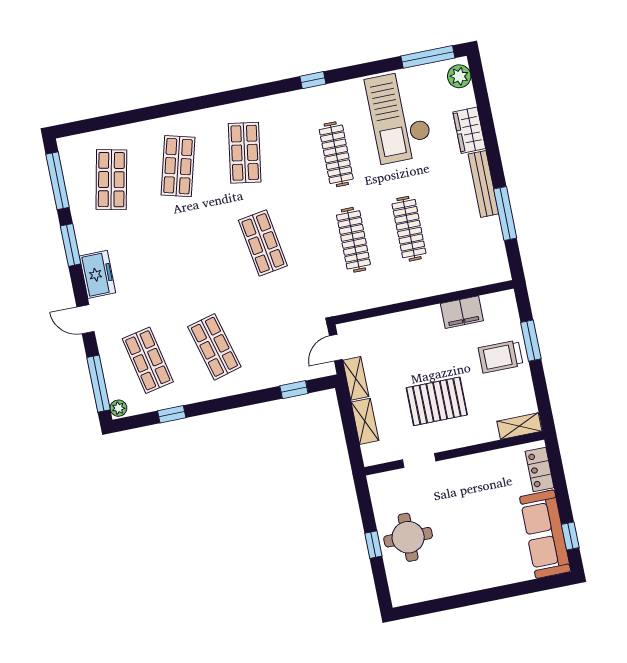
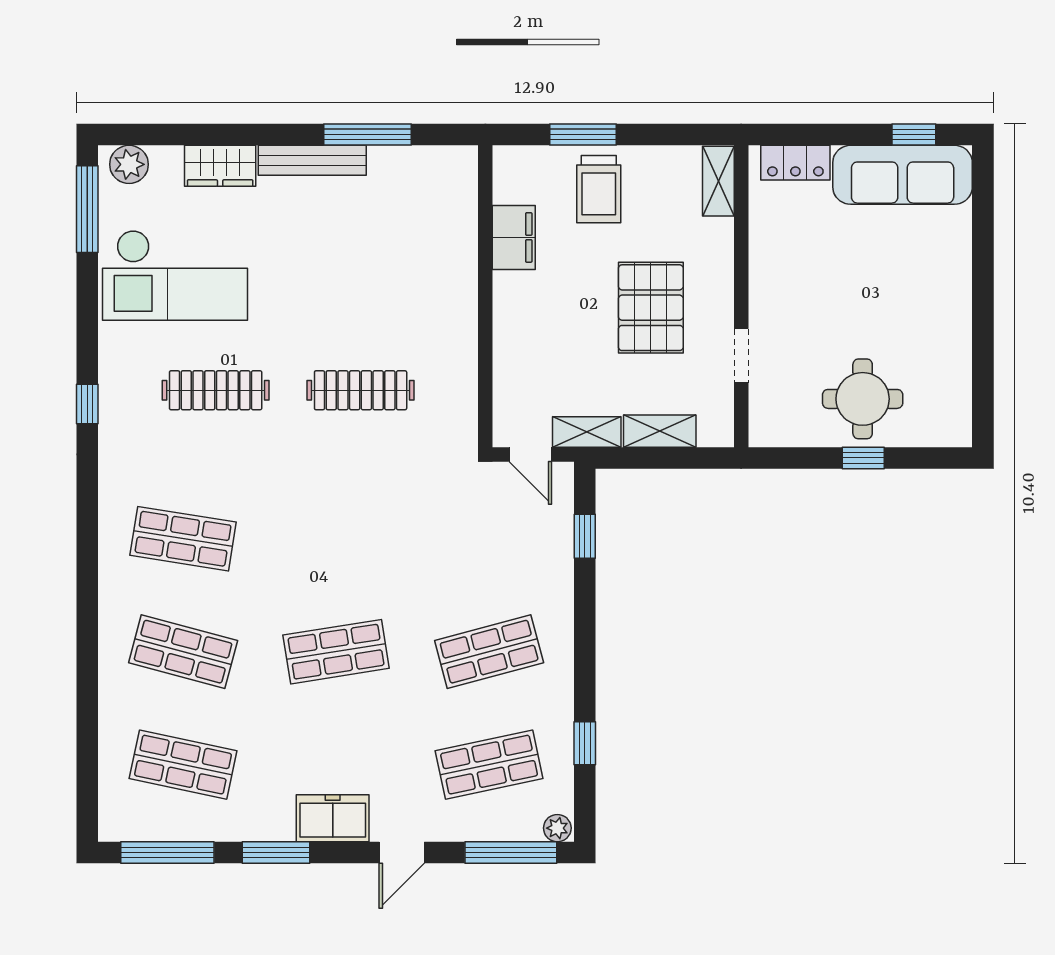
clothes rail: (409, 229) -> (361, 296), removed
shop shelf: (263, 243) -> (336, 652), moved

